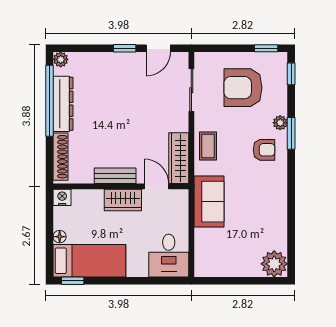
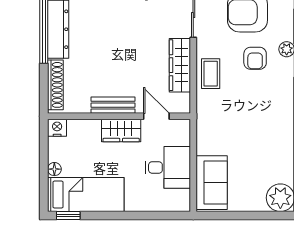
armchair: (264, 150) -> (255, 58), moved, turned 90
wardrobe: (179, 158) -> (180, 65), moved
sofa: (209, 202) -> (212, 183), moved
desk: (169, 256) -> (168, 167), moved, turned -90

